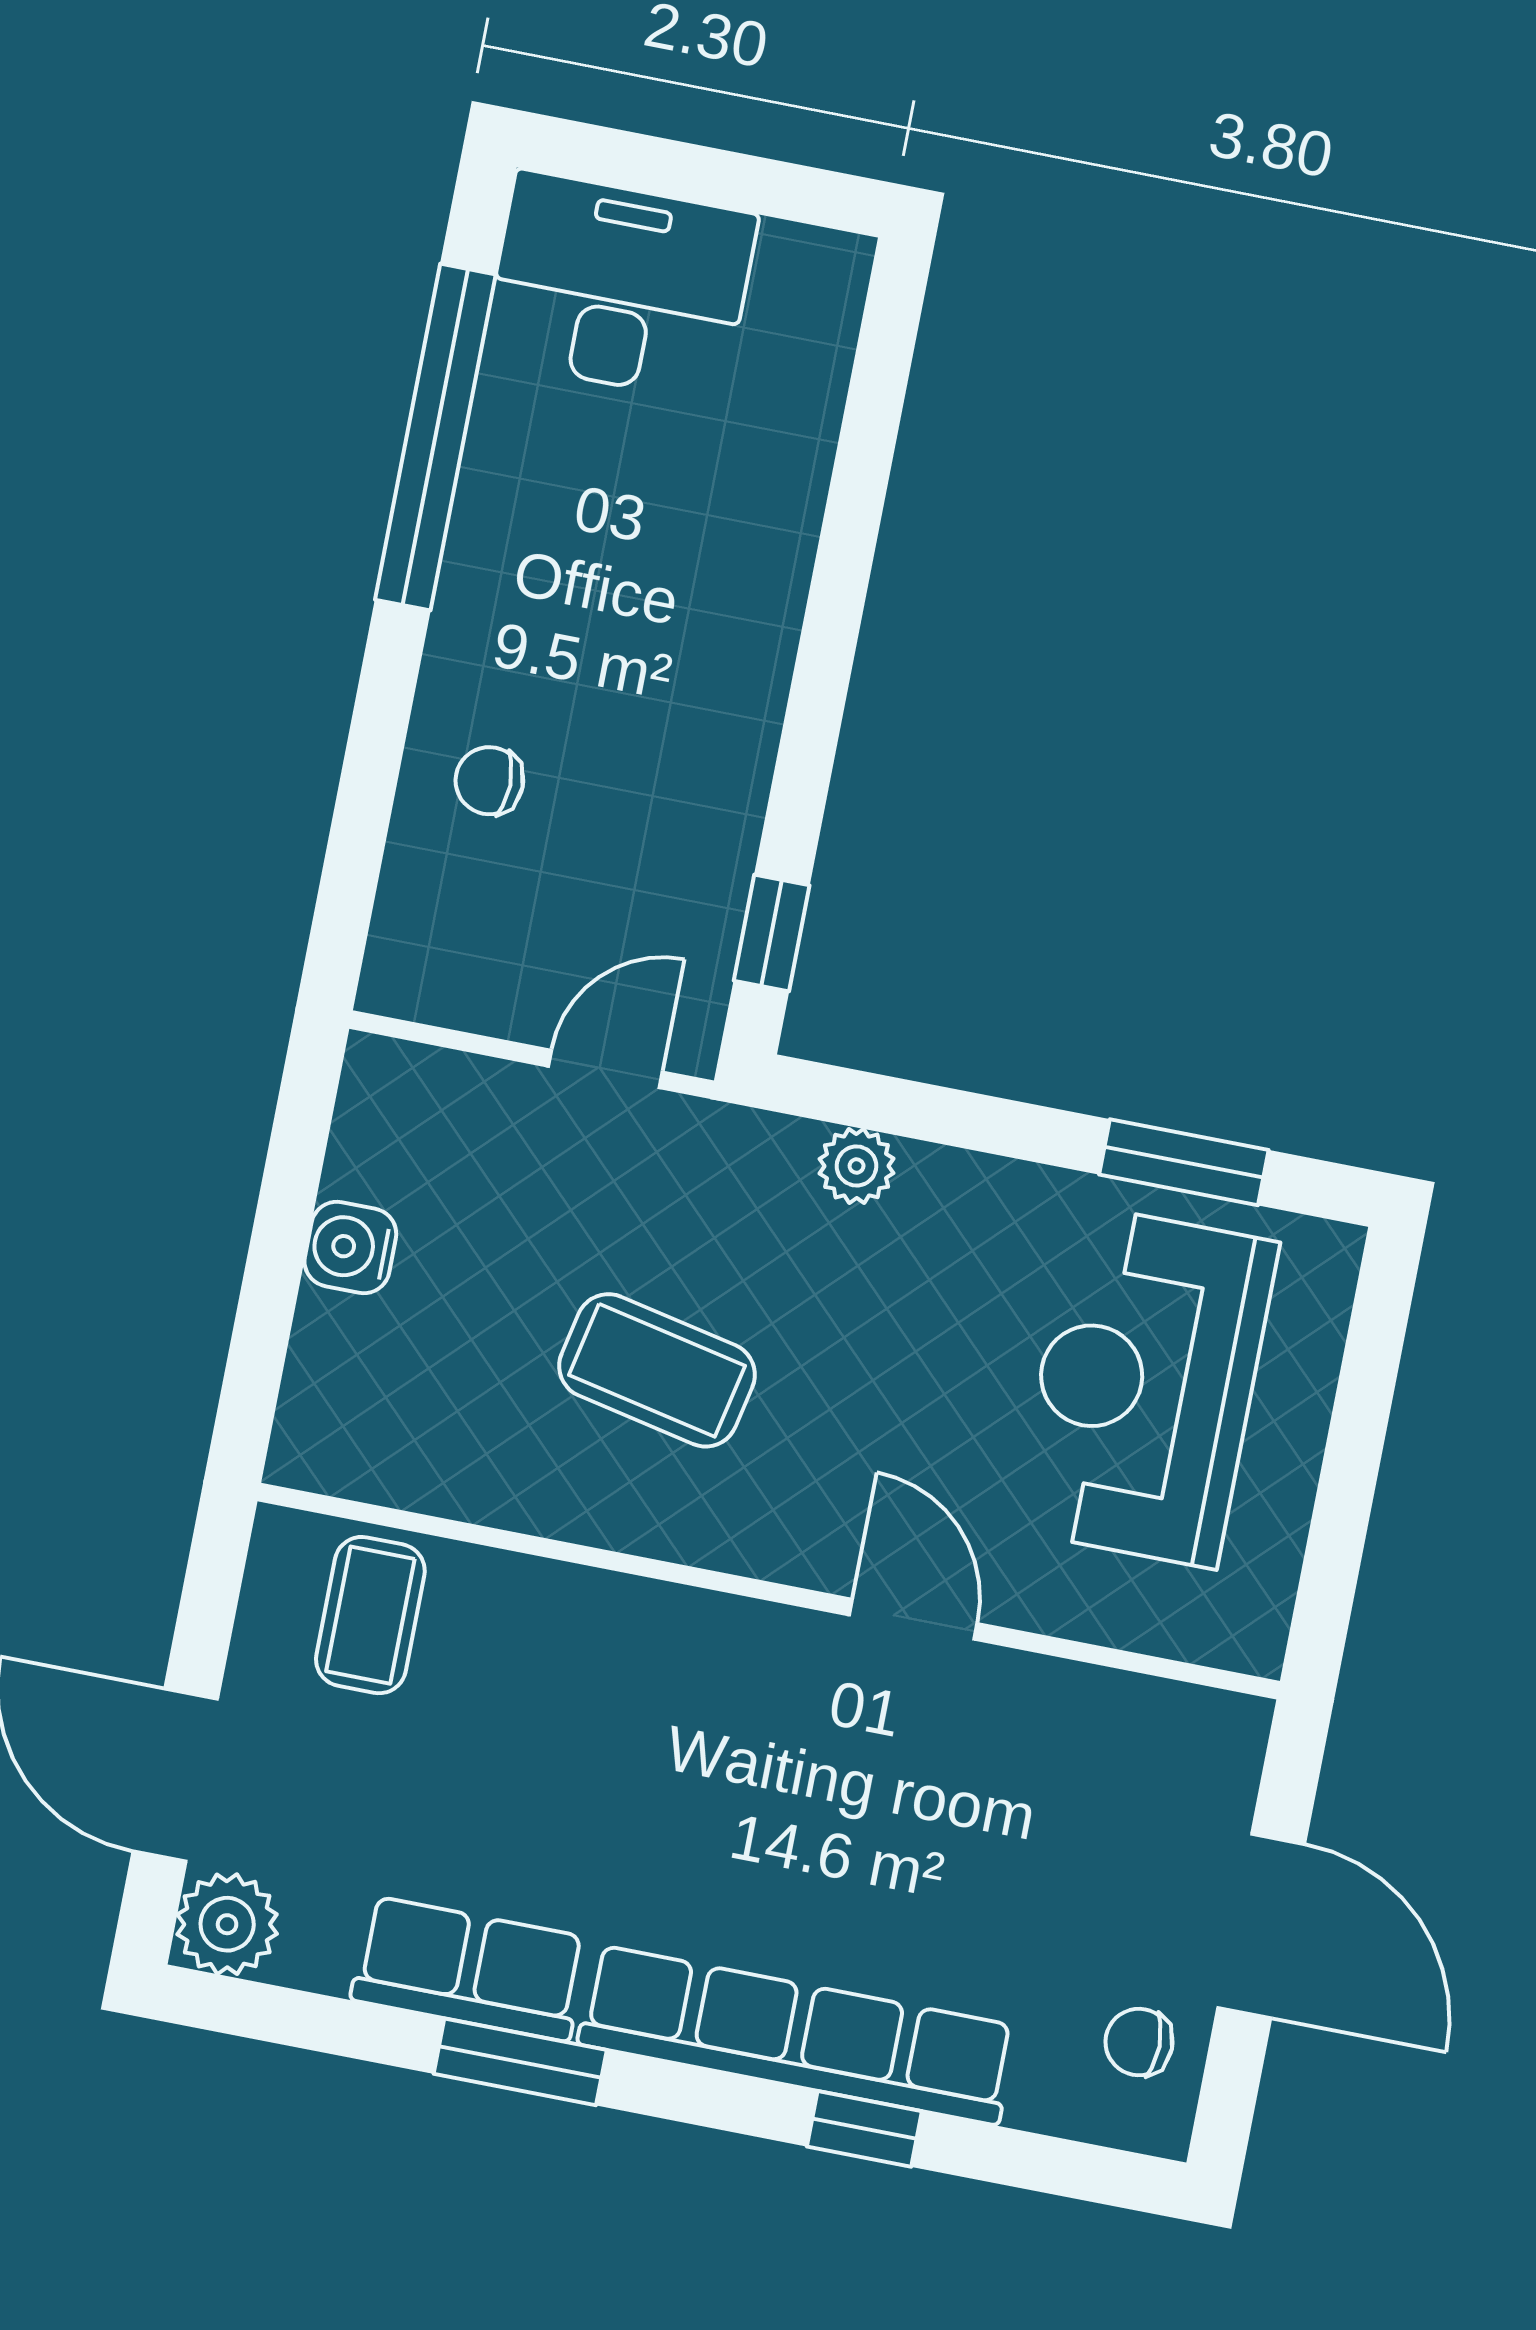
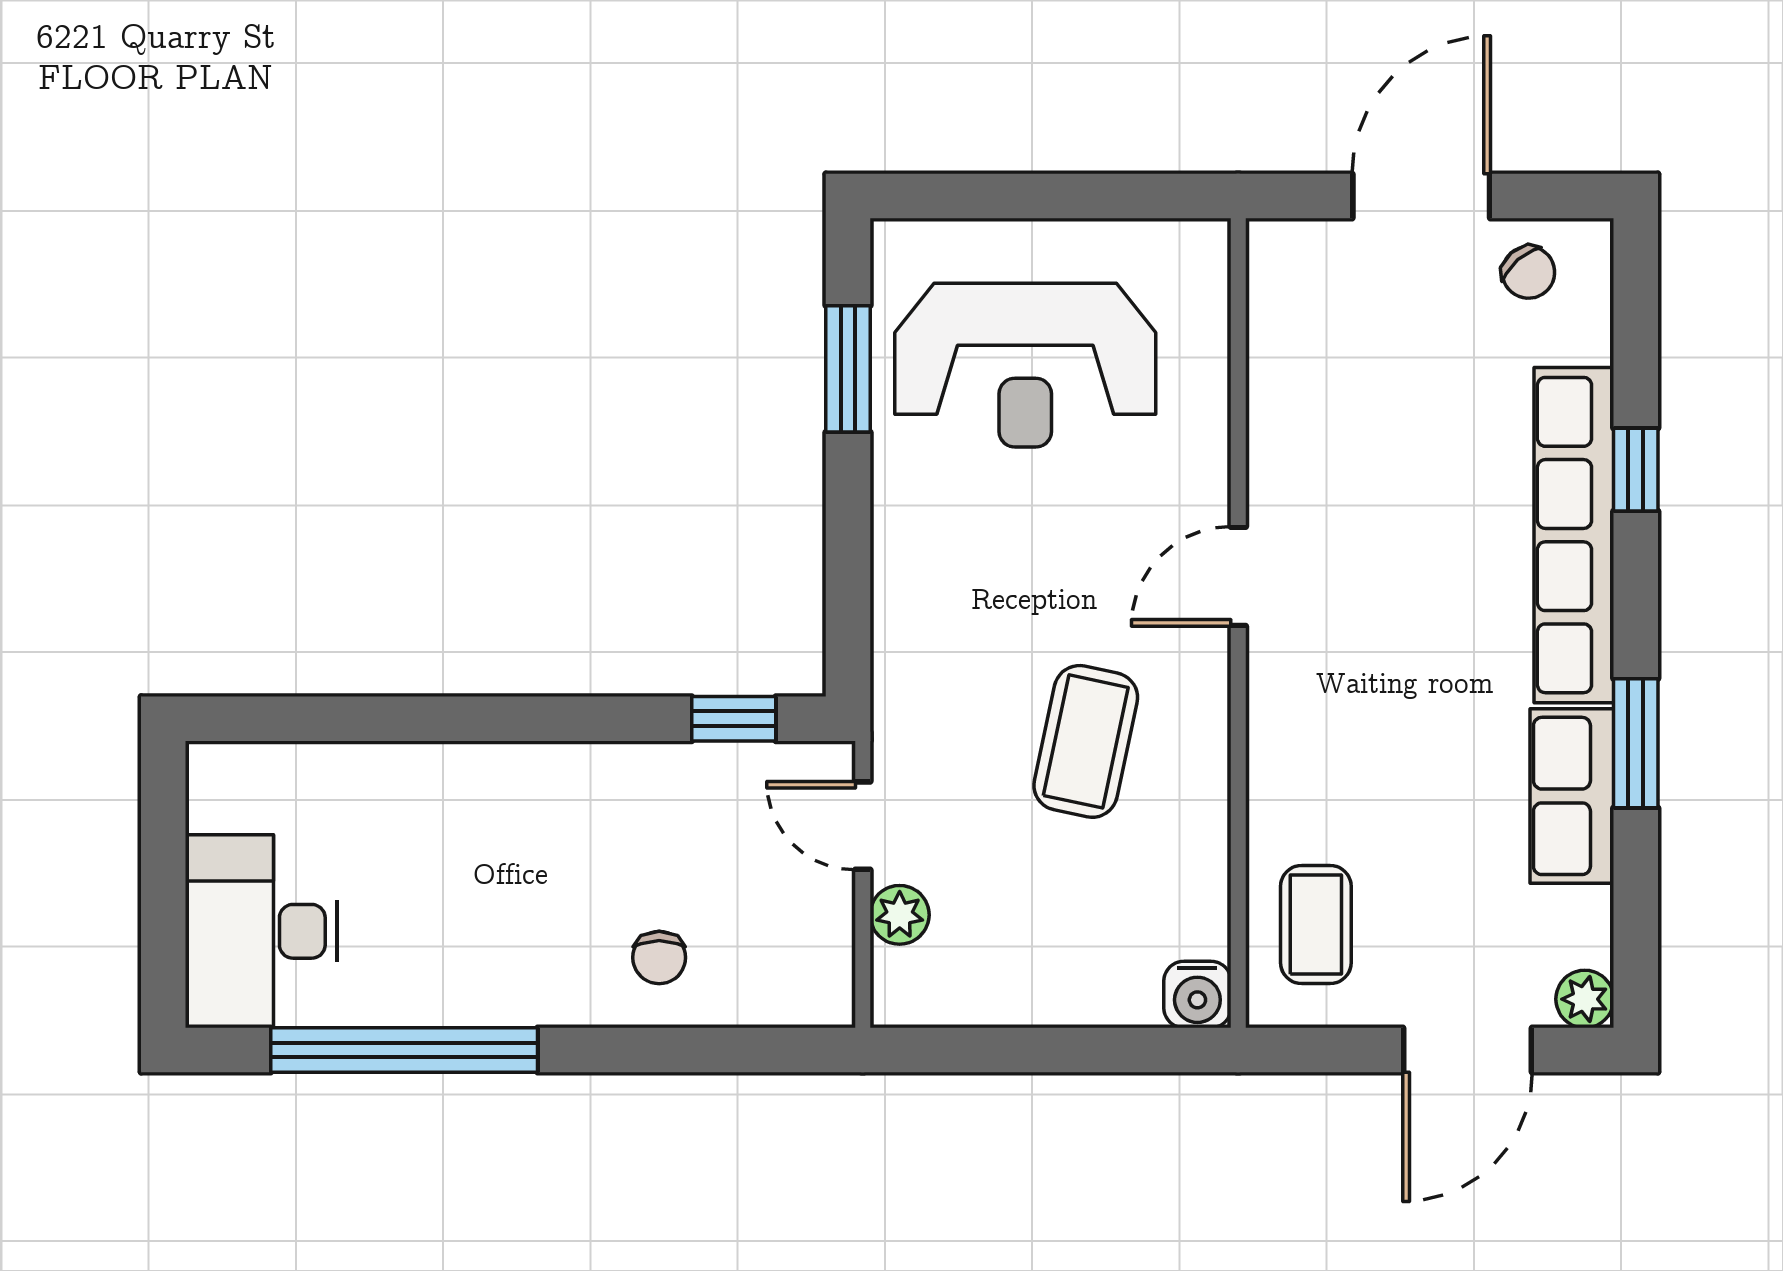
plant: (857, 1166) -> (900, 915), moved
water cooler: (350, 1247) -> (1197, 995), moved
coffee table: (370, 1615) -> (1316, 924), turned 90
door: (913, 1619) -> (1238, 576), moved
plant: (227, 1924) -> (1585, 999), width x0.73, depth x0.73
chair: (1139, 2042) -> (1528, 272), turned -41

